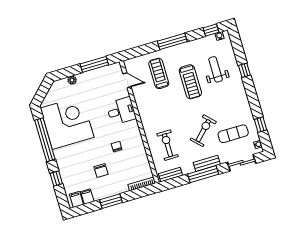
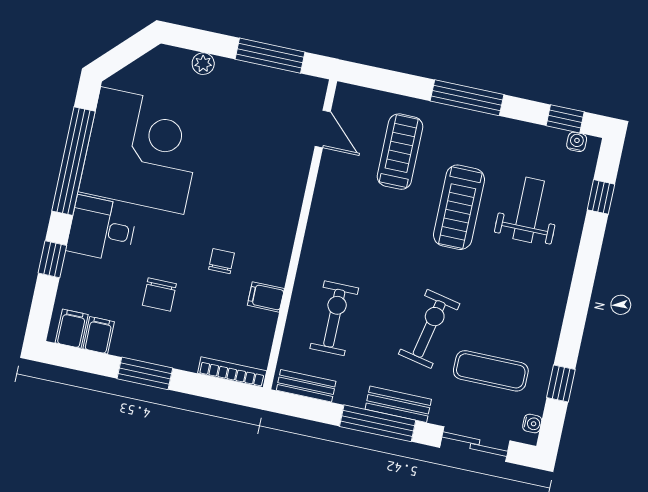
window: (244, 70) -> (601, 197), moved
desk: (121, 111) -> (102, 229), moved, turned 180
exercise bike: (203, 131) -> (429, 329), turned -33
filing cabinet: (139, 151) -> (266, 297), added

